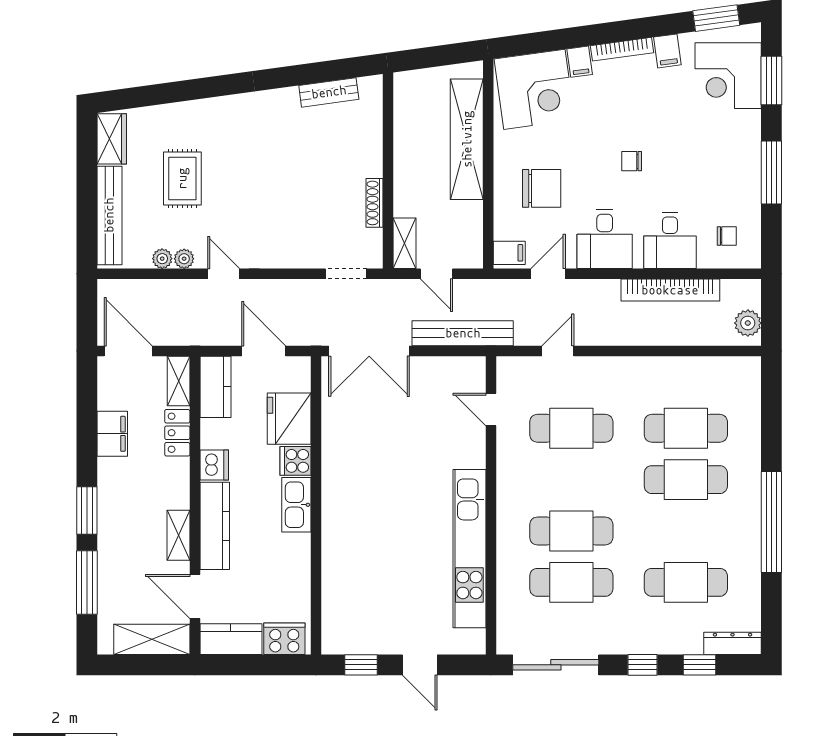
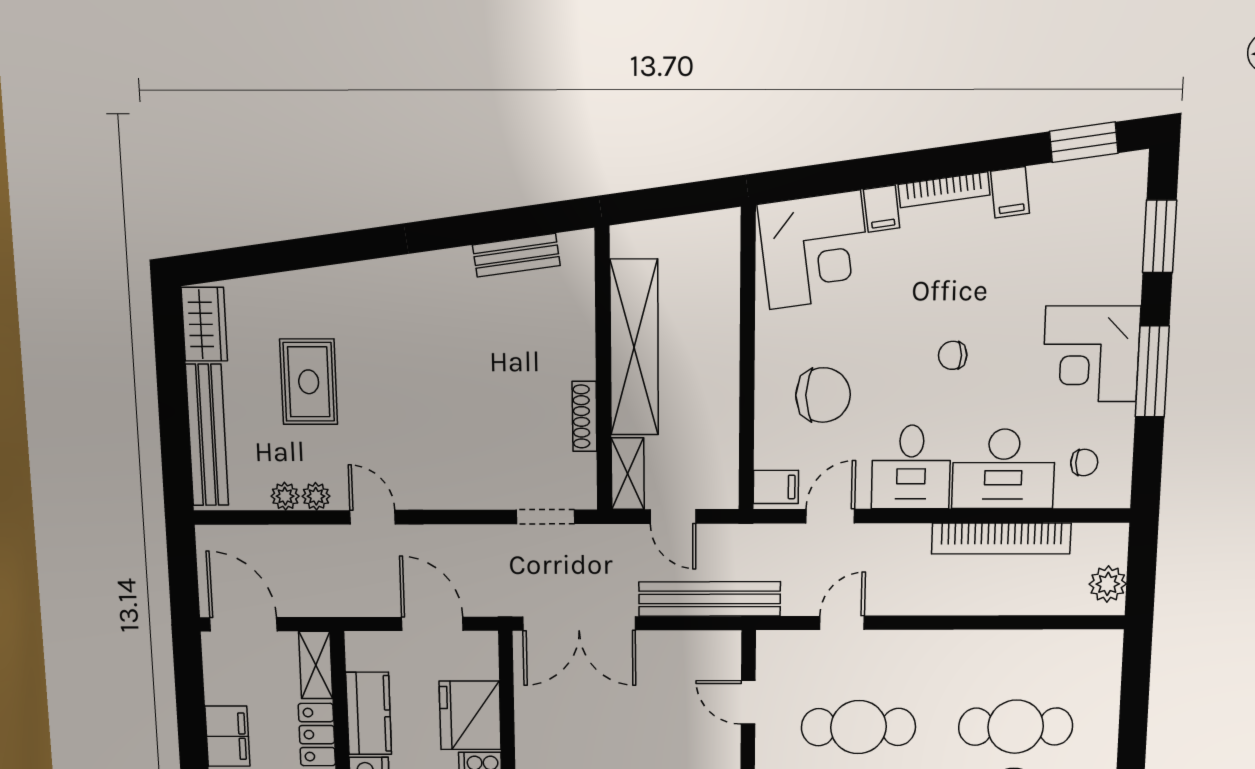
corner desk: (728, 76) -> (1091, 354), moved
shelving: (467, 139) -> (634, 348), moved
desk: (670, 240) -> (1003, 469), width x1.37
kitchen counter: (216, 387) -> (369, 713), moved

